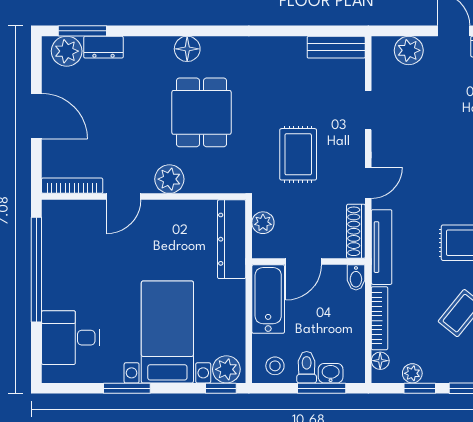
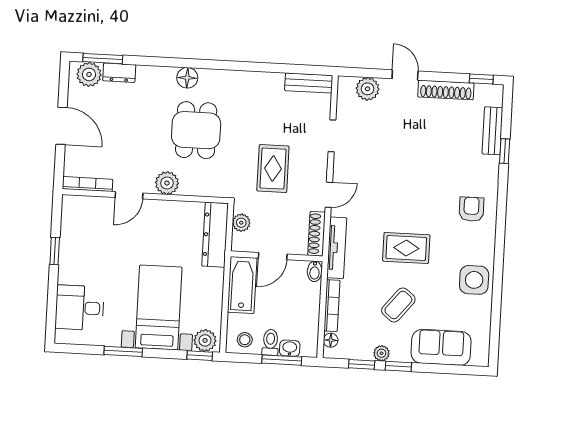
window: (36, 270) -> (55, 251), width x0.32
plant: (412, 373) -> (382, 353), moved

